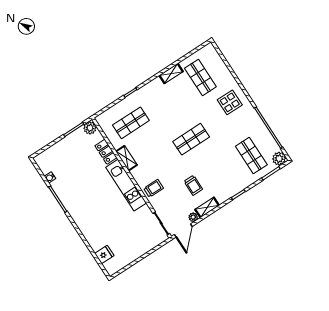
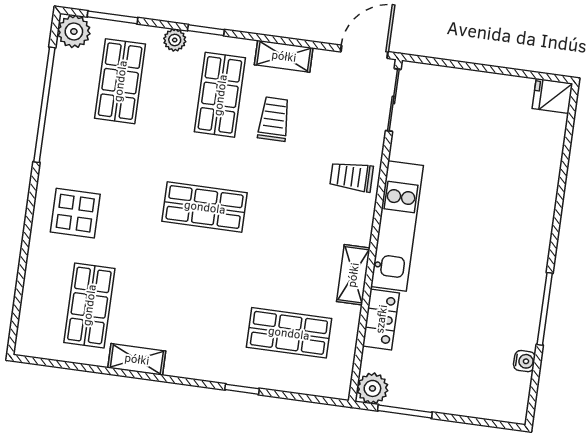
shop shelf: (217, 178) -> (220, 95), added
plant: (193, 217) -> (175, 40), moved
fridge: (104, 255) -> (552, 96), moved

